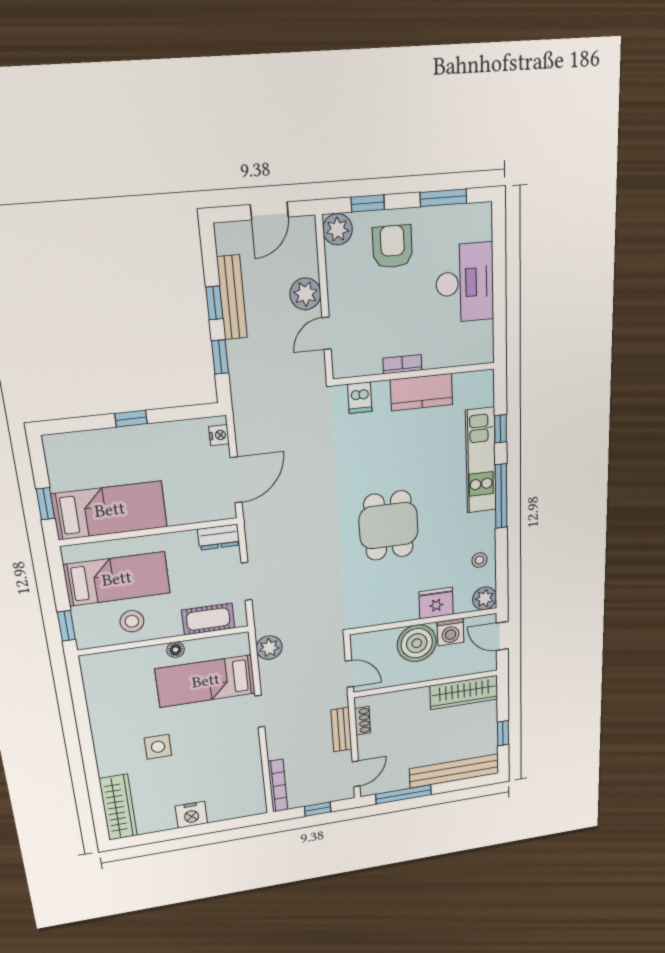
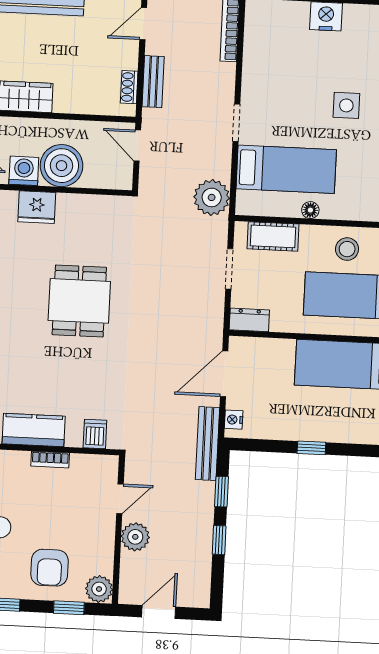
bench: (232, 297) -> (207, 444), moved
plant: (269, 648) -> (212, 197), width x1.36, depth x1.36

